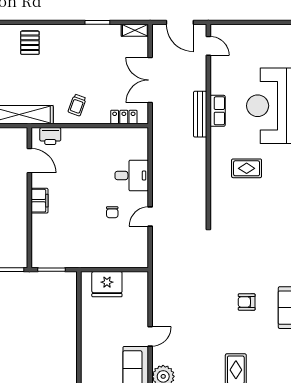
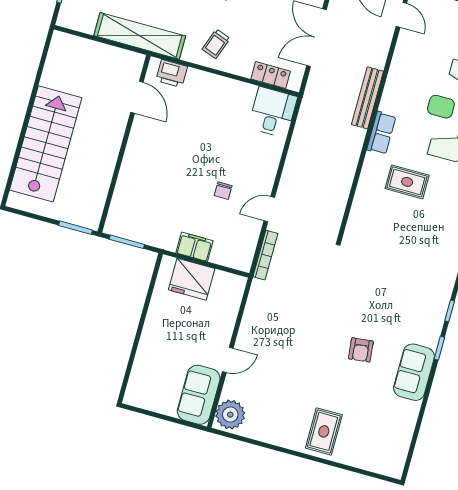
row of seats: (218, 111) -> (381, 133), moved
desk: (132, 175) -> (273, 112), moved, turned -90
filing cabinet: (40, 201) -> (195, 247), moved, turned -90
bookcase: (157, 251) -> (265, 255), added
armchair: (247, 302) -> (361, 350), turned -96

